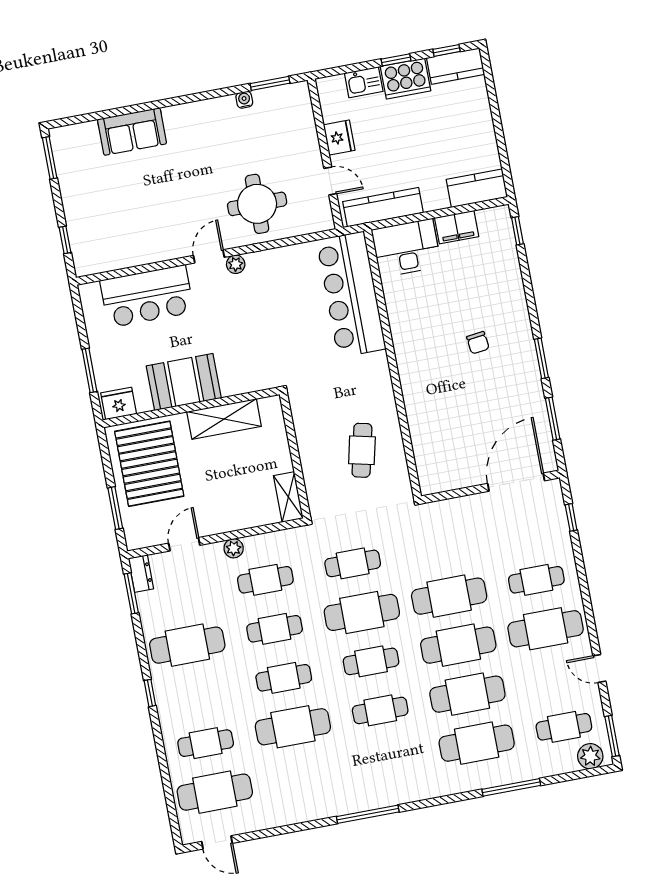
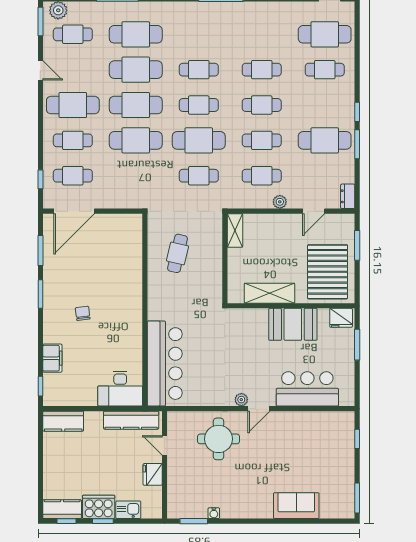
filing cabinet: (457, 227) -> (52, 358), moved, turned 90
cafe table: (527, 531) -> (73, 176), added
window: (131, 593) -> (357, 144), moved
cafe table: (293, 727) -> (262, 70), width x0.73, depth x0.74

